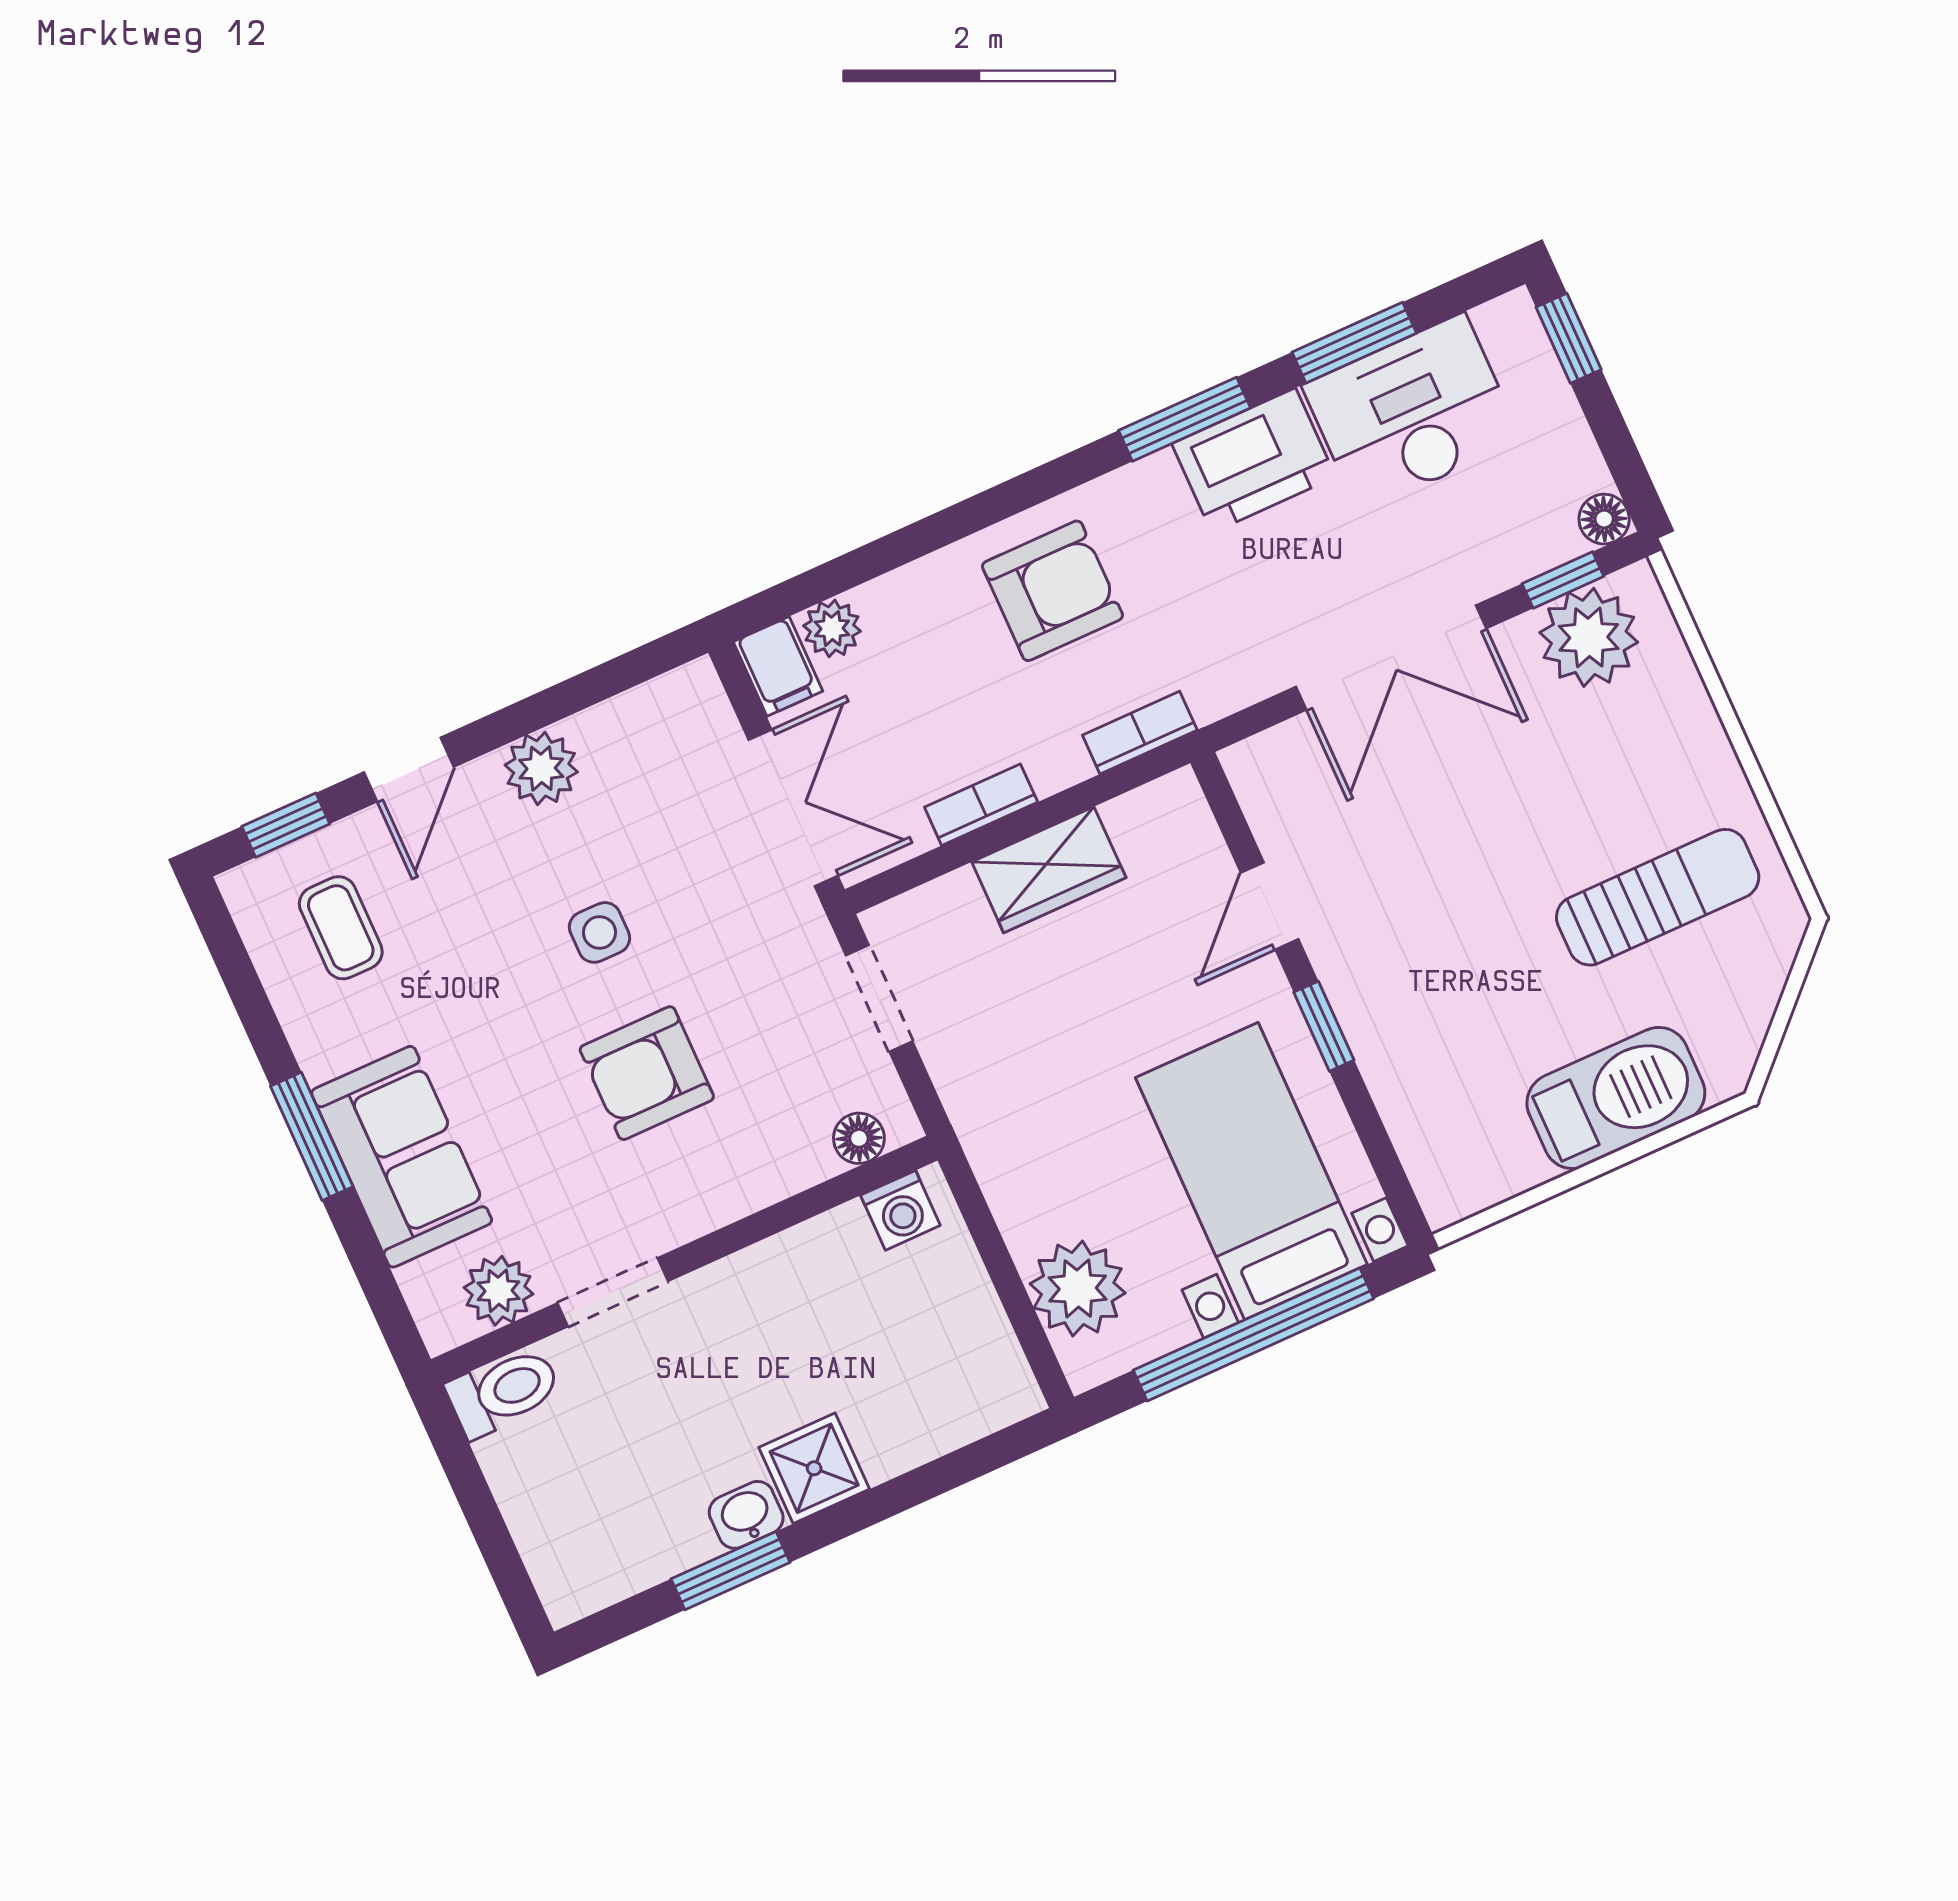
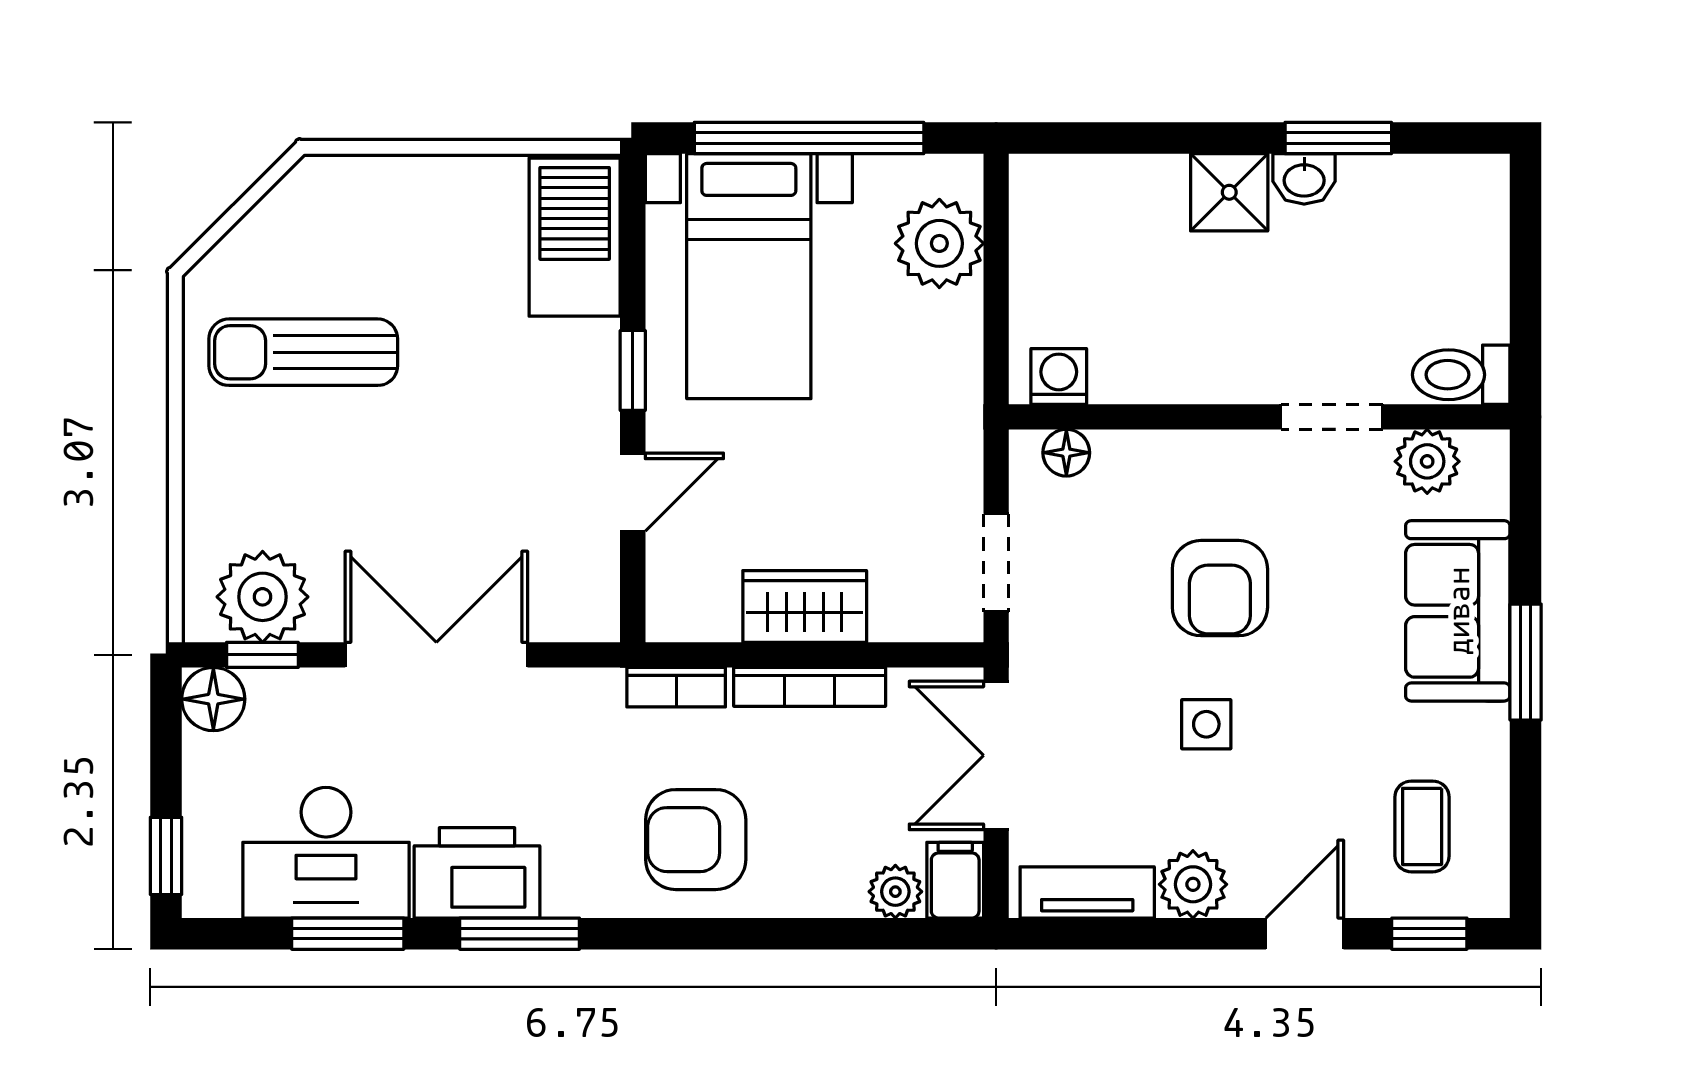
floor lamp: (1604, 519) -> (213, 699), width x1.37, depth x1.37
tv unit: (642, 713) -> (1087, 892), added
bookcase: (981, 805) -> (810, 687), width x1.56
armchair: (647, 1073) -> (1220, 588), turned 90
barbecue: (1616, 1098) -> (575, 237), moved, turned 90

